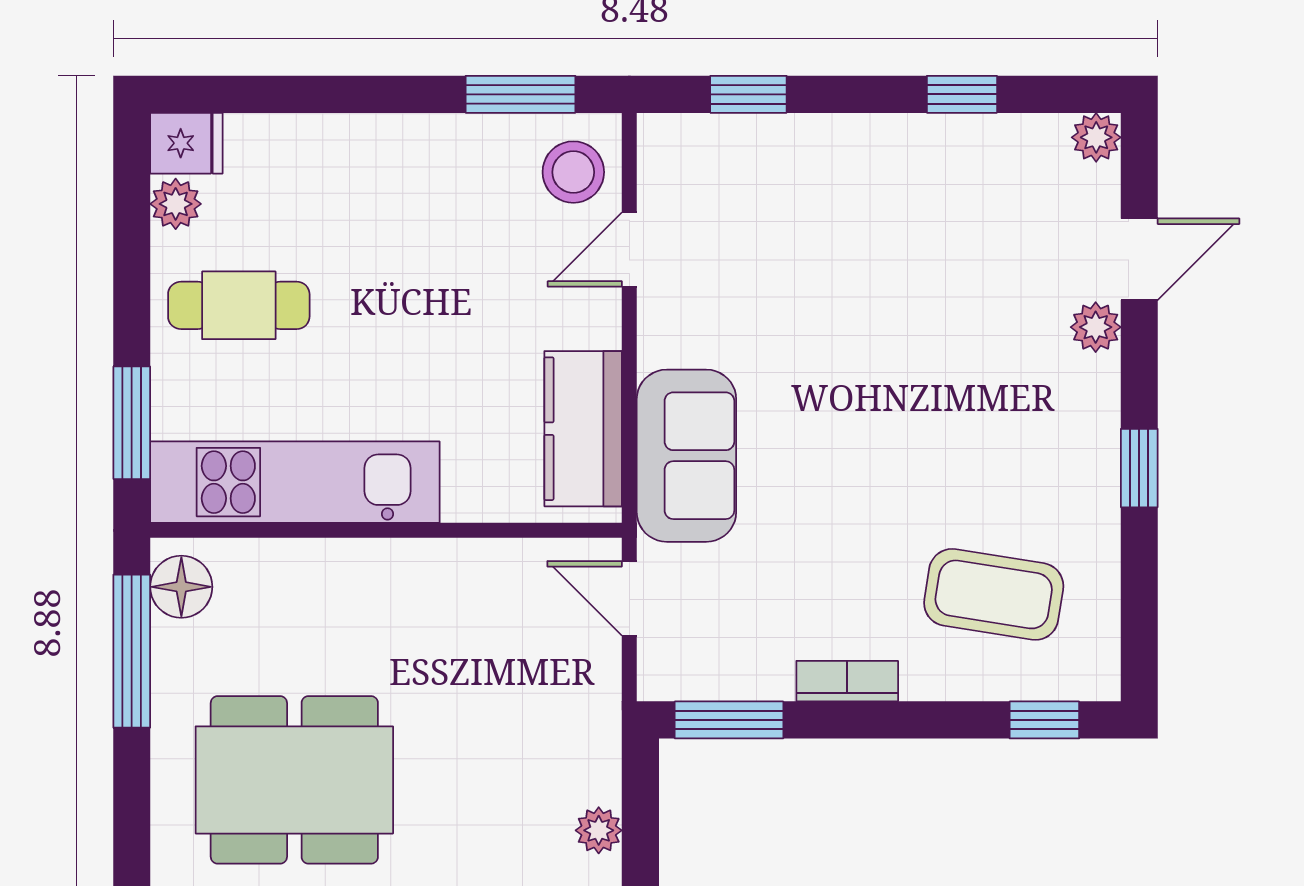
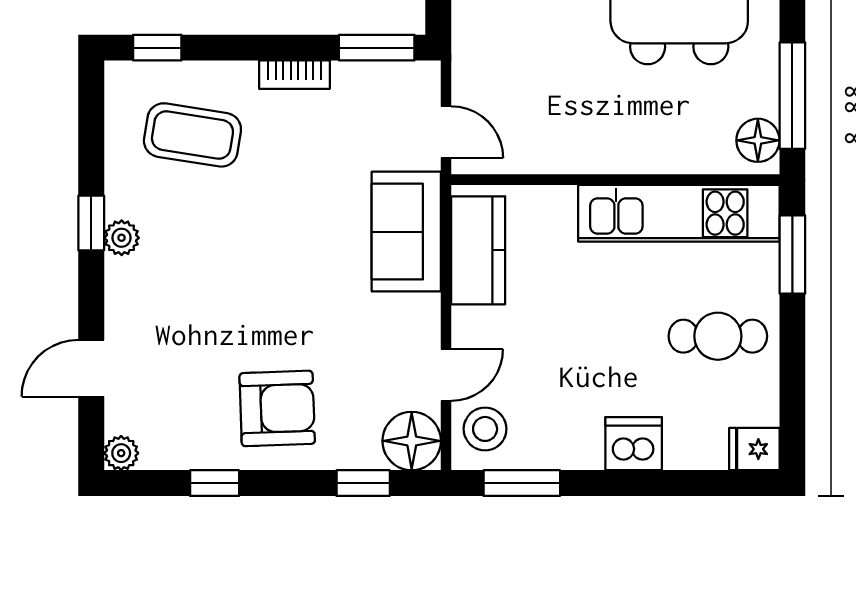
dishwasher: (360, 151) -> (634, 444), added
floor lamp: (679, 155) -> (412, 441), added
armchair: (872, 201) -> (277, 408), added
plant: (176, 204) -> (762, 407), removed
plant: (1096, 327) -> (122, 238), moved

